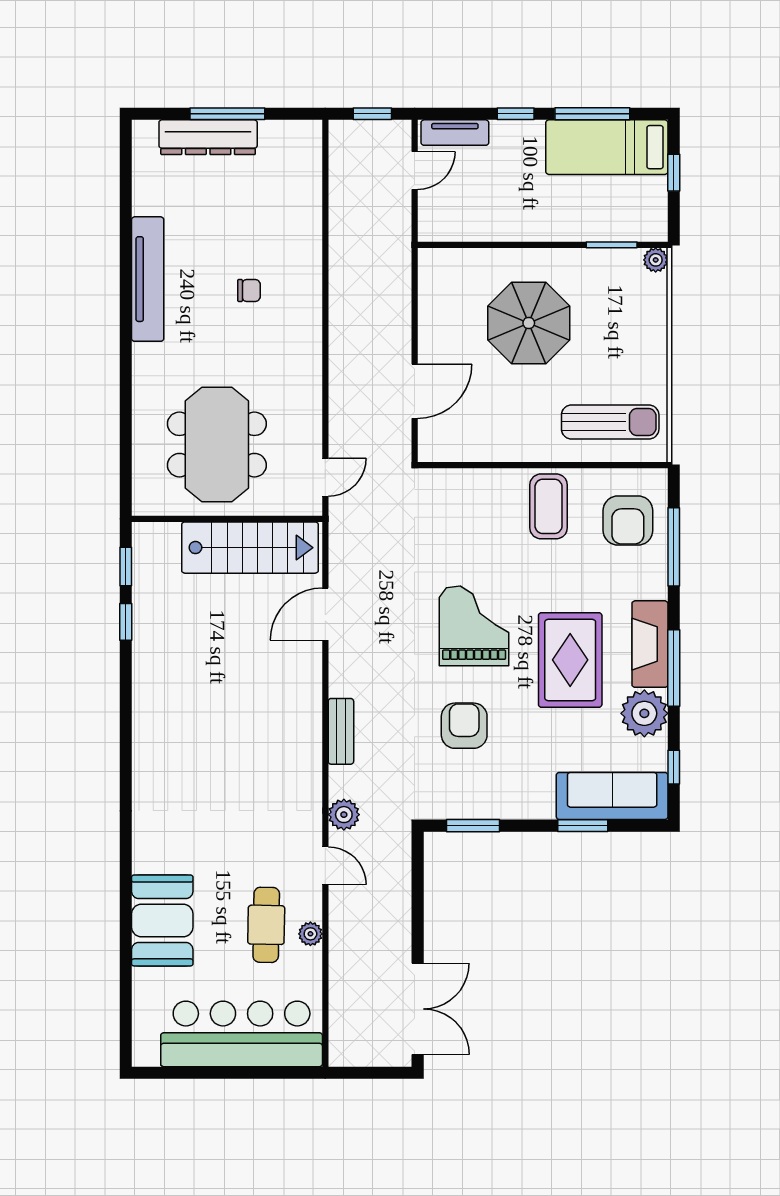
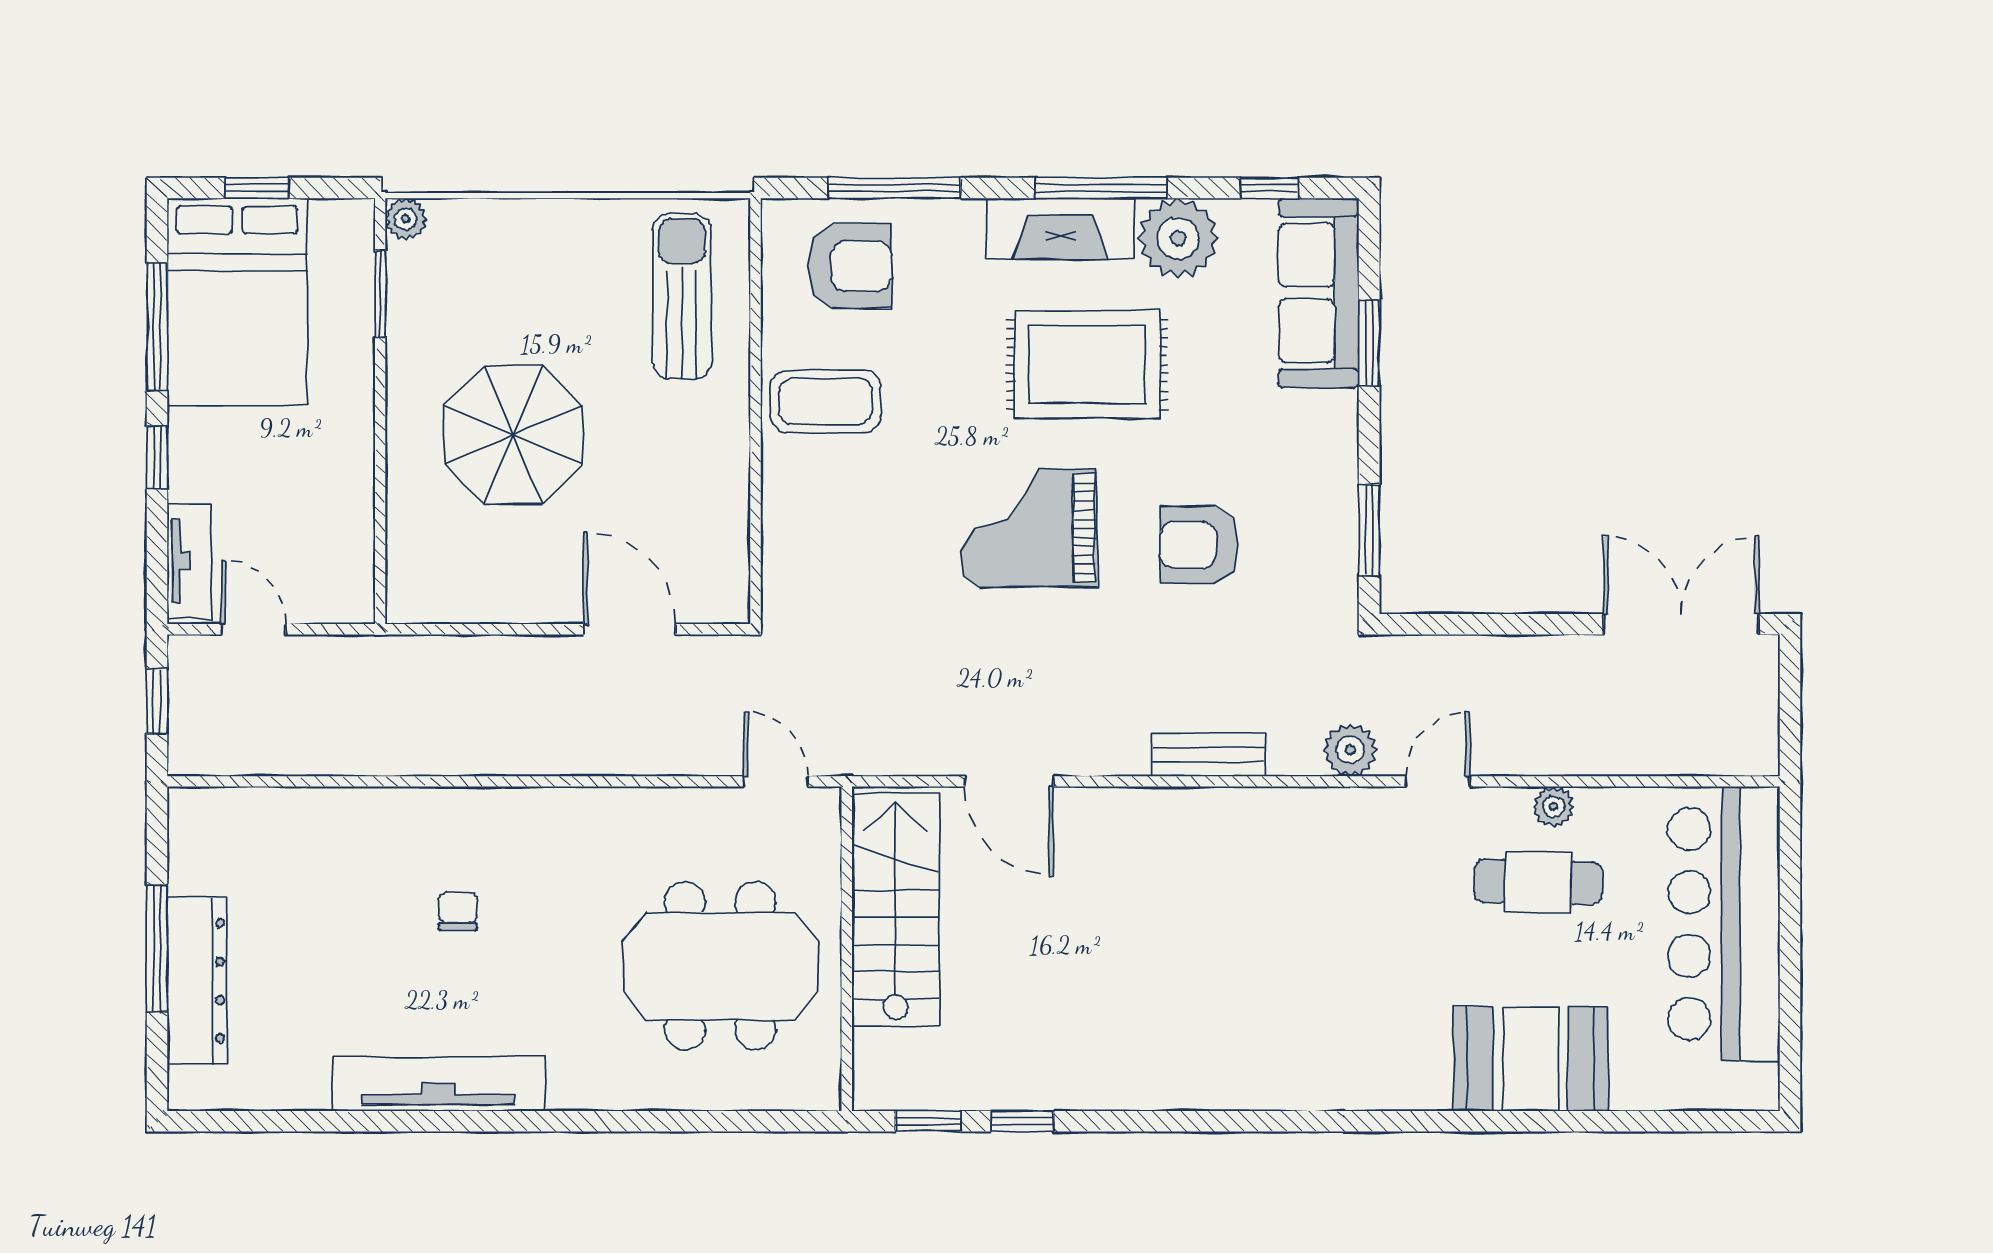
bed: (607, 147) -> (237, 302), width x1.50

